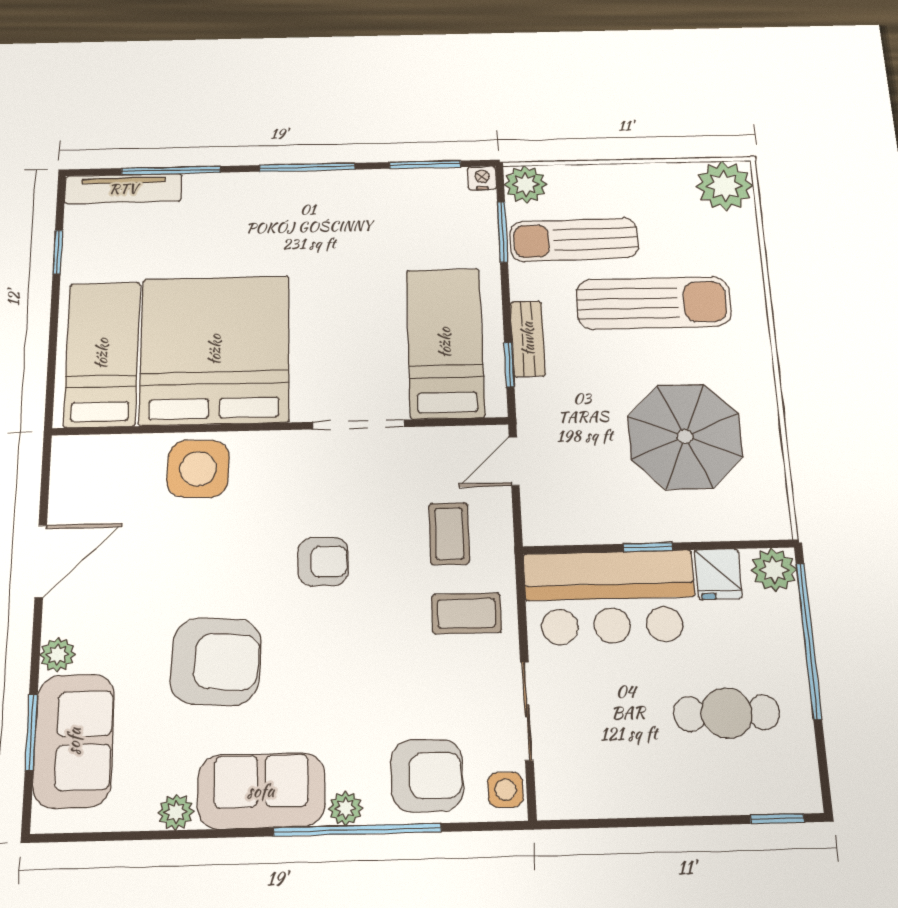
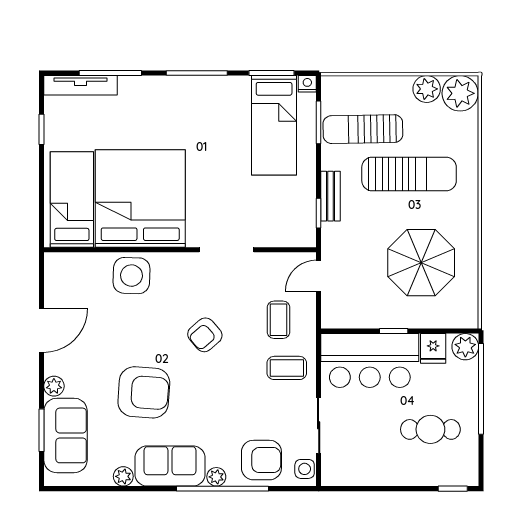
plant: (525, 184) -> (427, 89), moved
bed: (445, 343) -> (274, 125), moved, turned 180
armchair: (323, 562) -> (205, 335), turned 139

